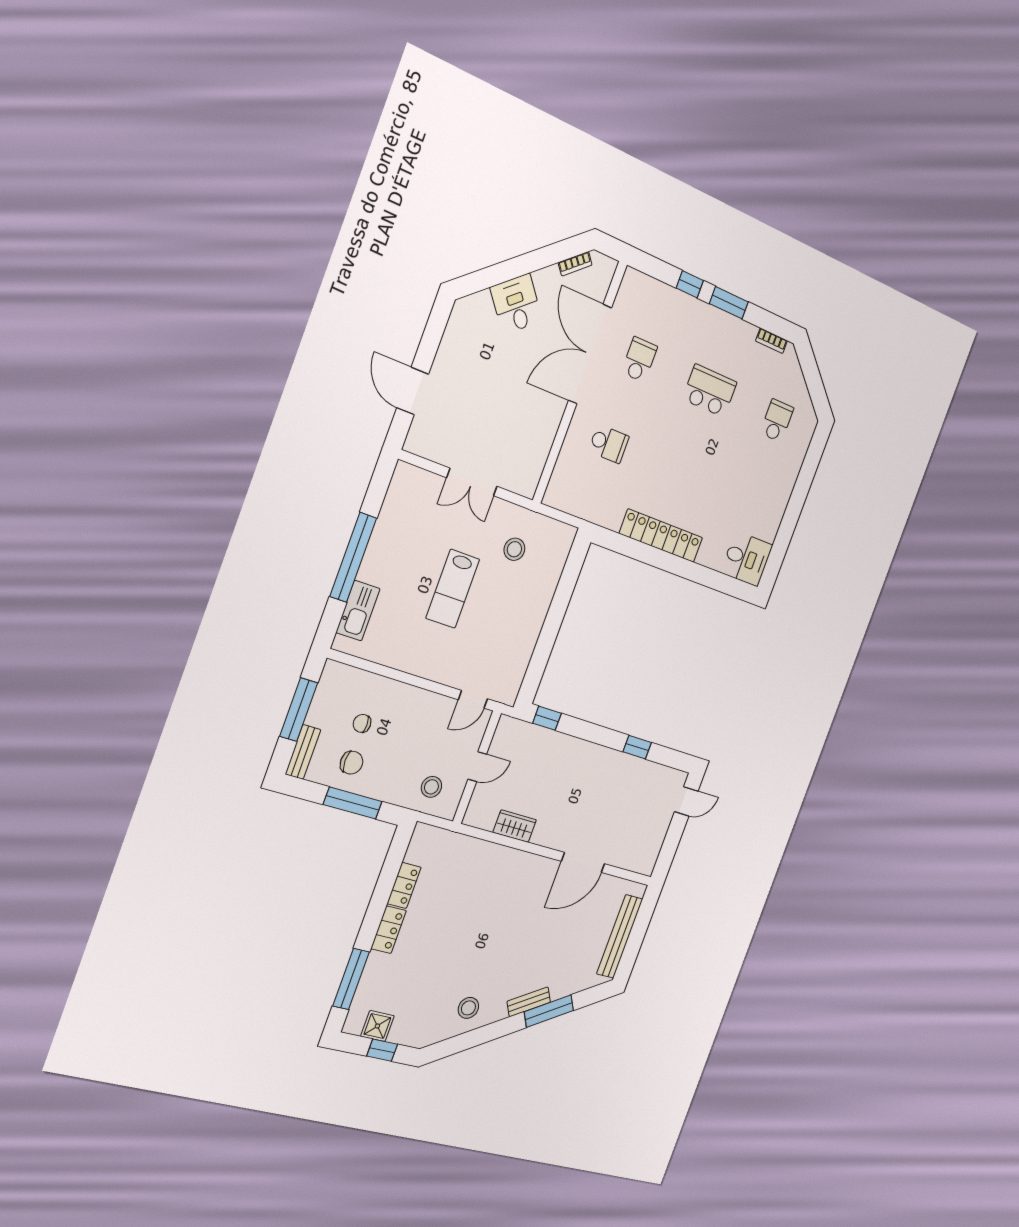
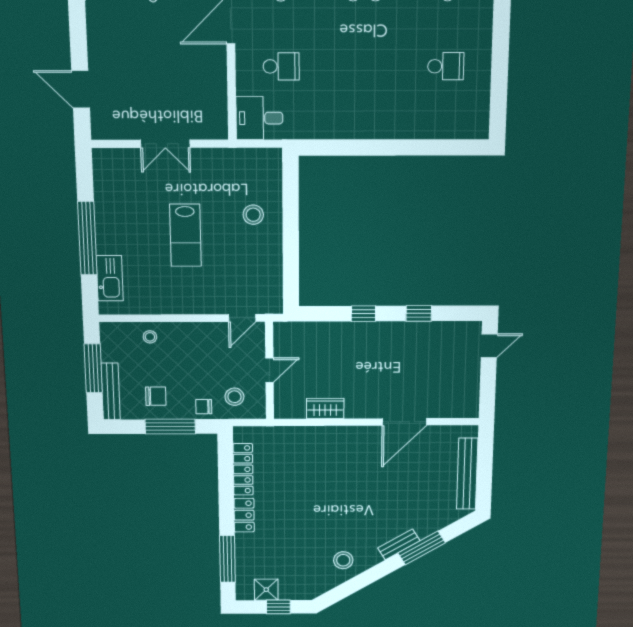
school desk: (747, 501) -> (446, 66), added
locker: (661, 536) -> (367, 127), removed
stool: (514, 549) -> (253, 215), moved
desk: (747, 559) -> (259, 118), moved, turned 180
stool: (373, 691) -> (150, 337), added
window: (547, 718) -> (363, 314), moved
chair: (362, 723) -> (204, 407), moved
bench: (303, 752) -> (111, 391), width x1.36
locker: (404, 885) -> (243, 469), width x1.53

